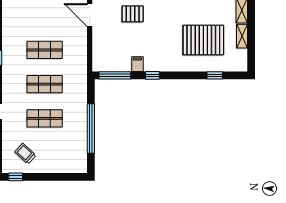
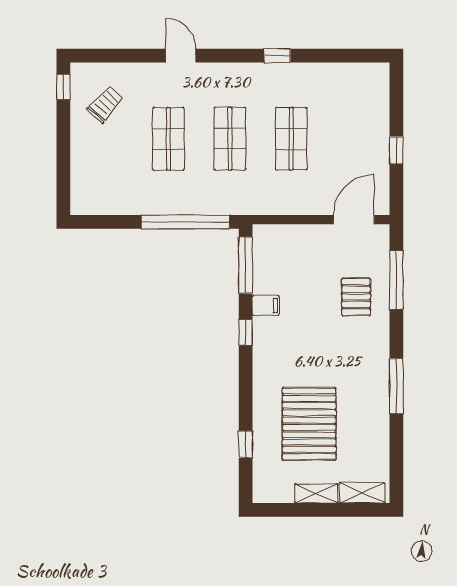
window: (91, 128) -> (185, 222), moved

